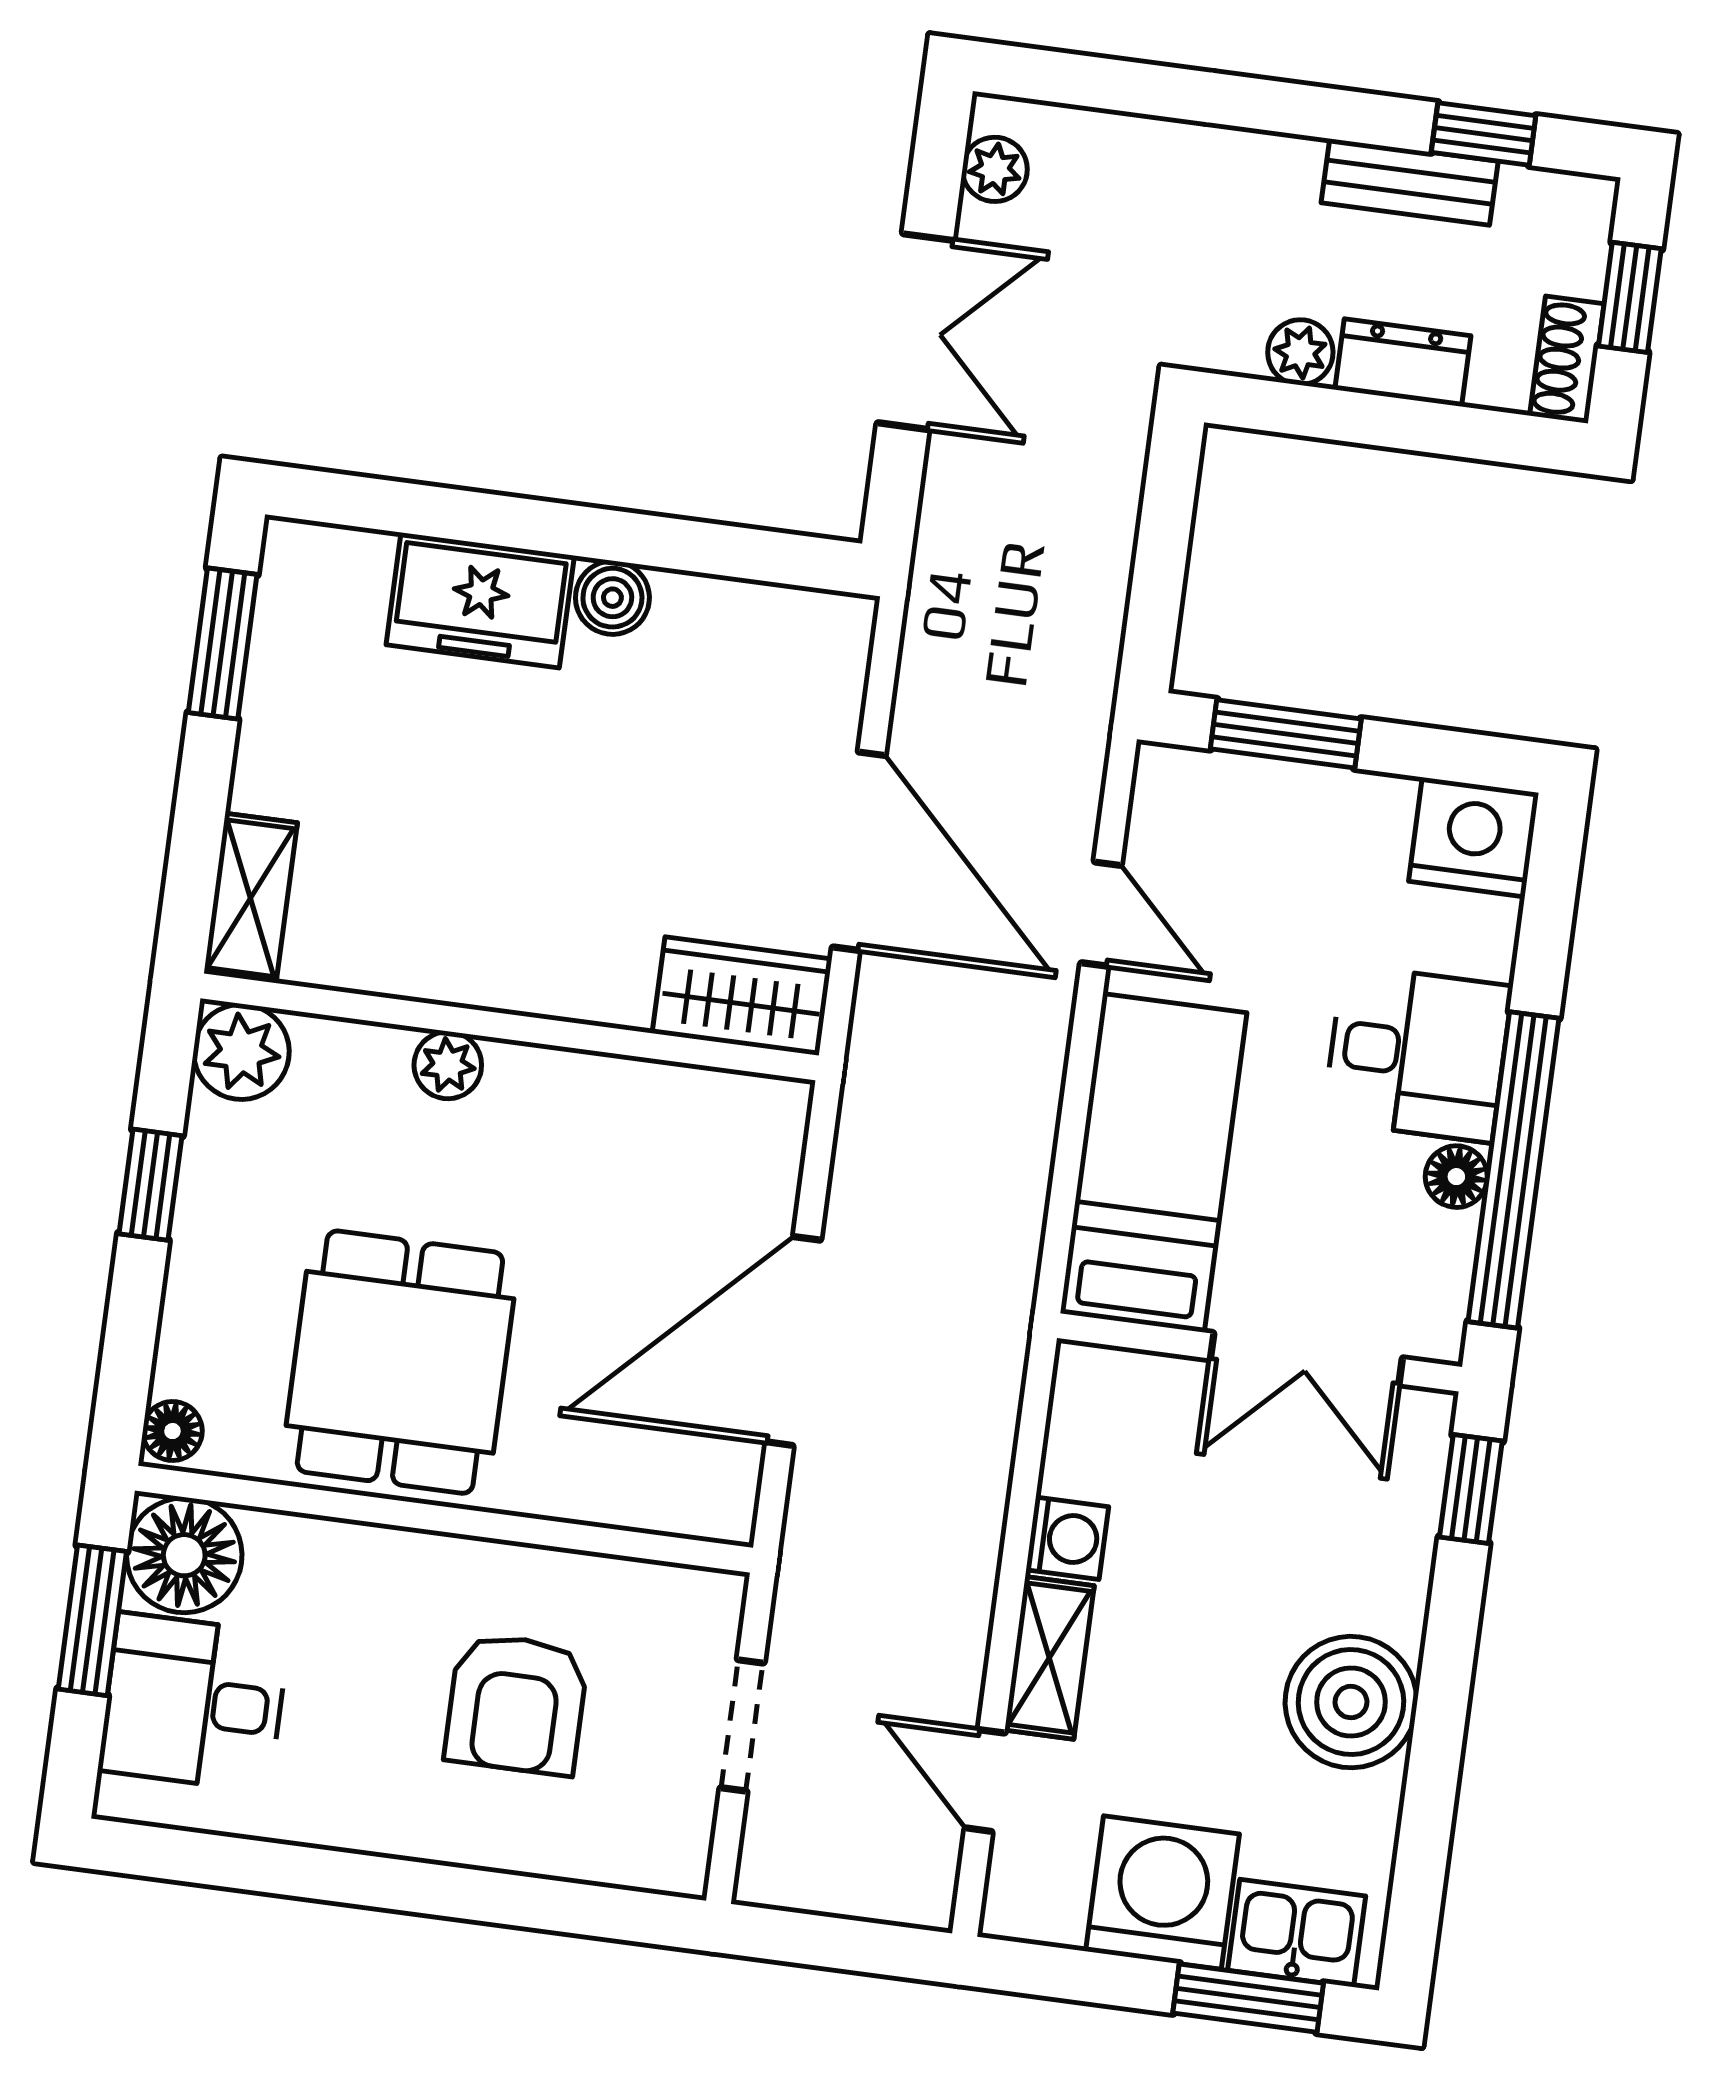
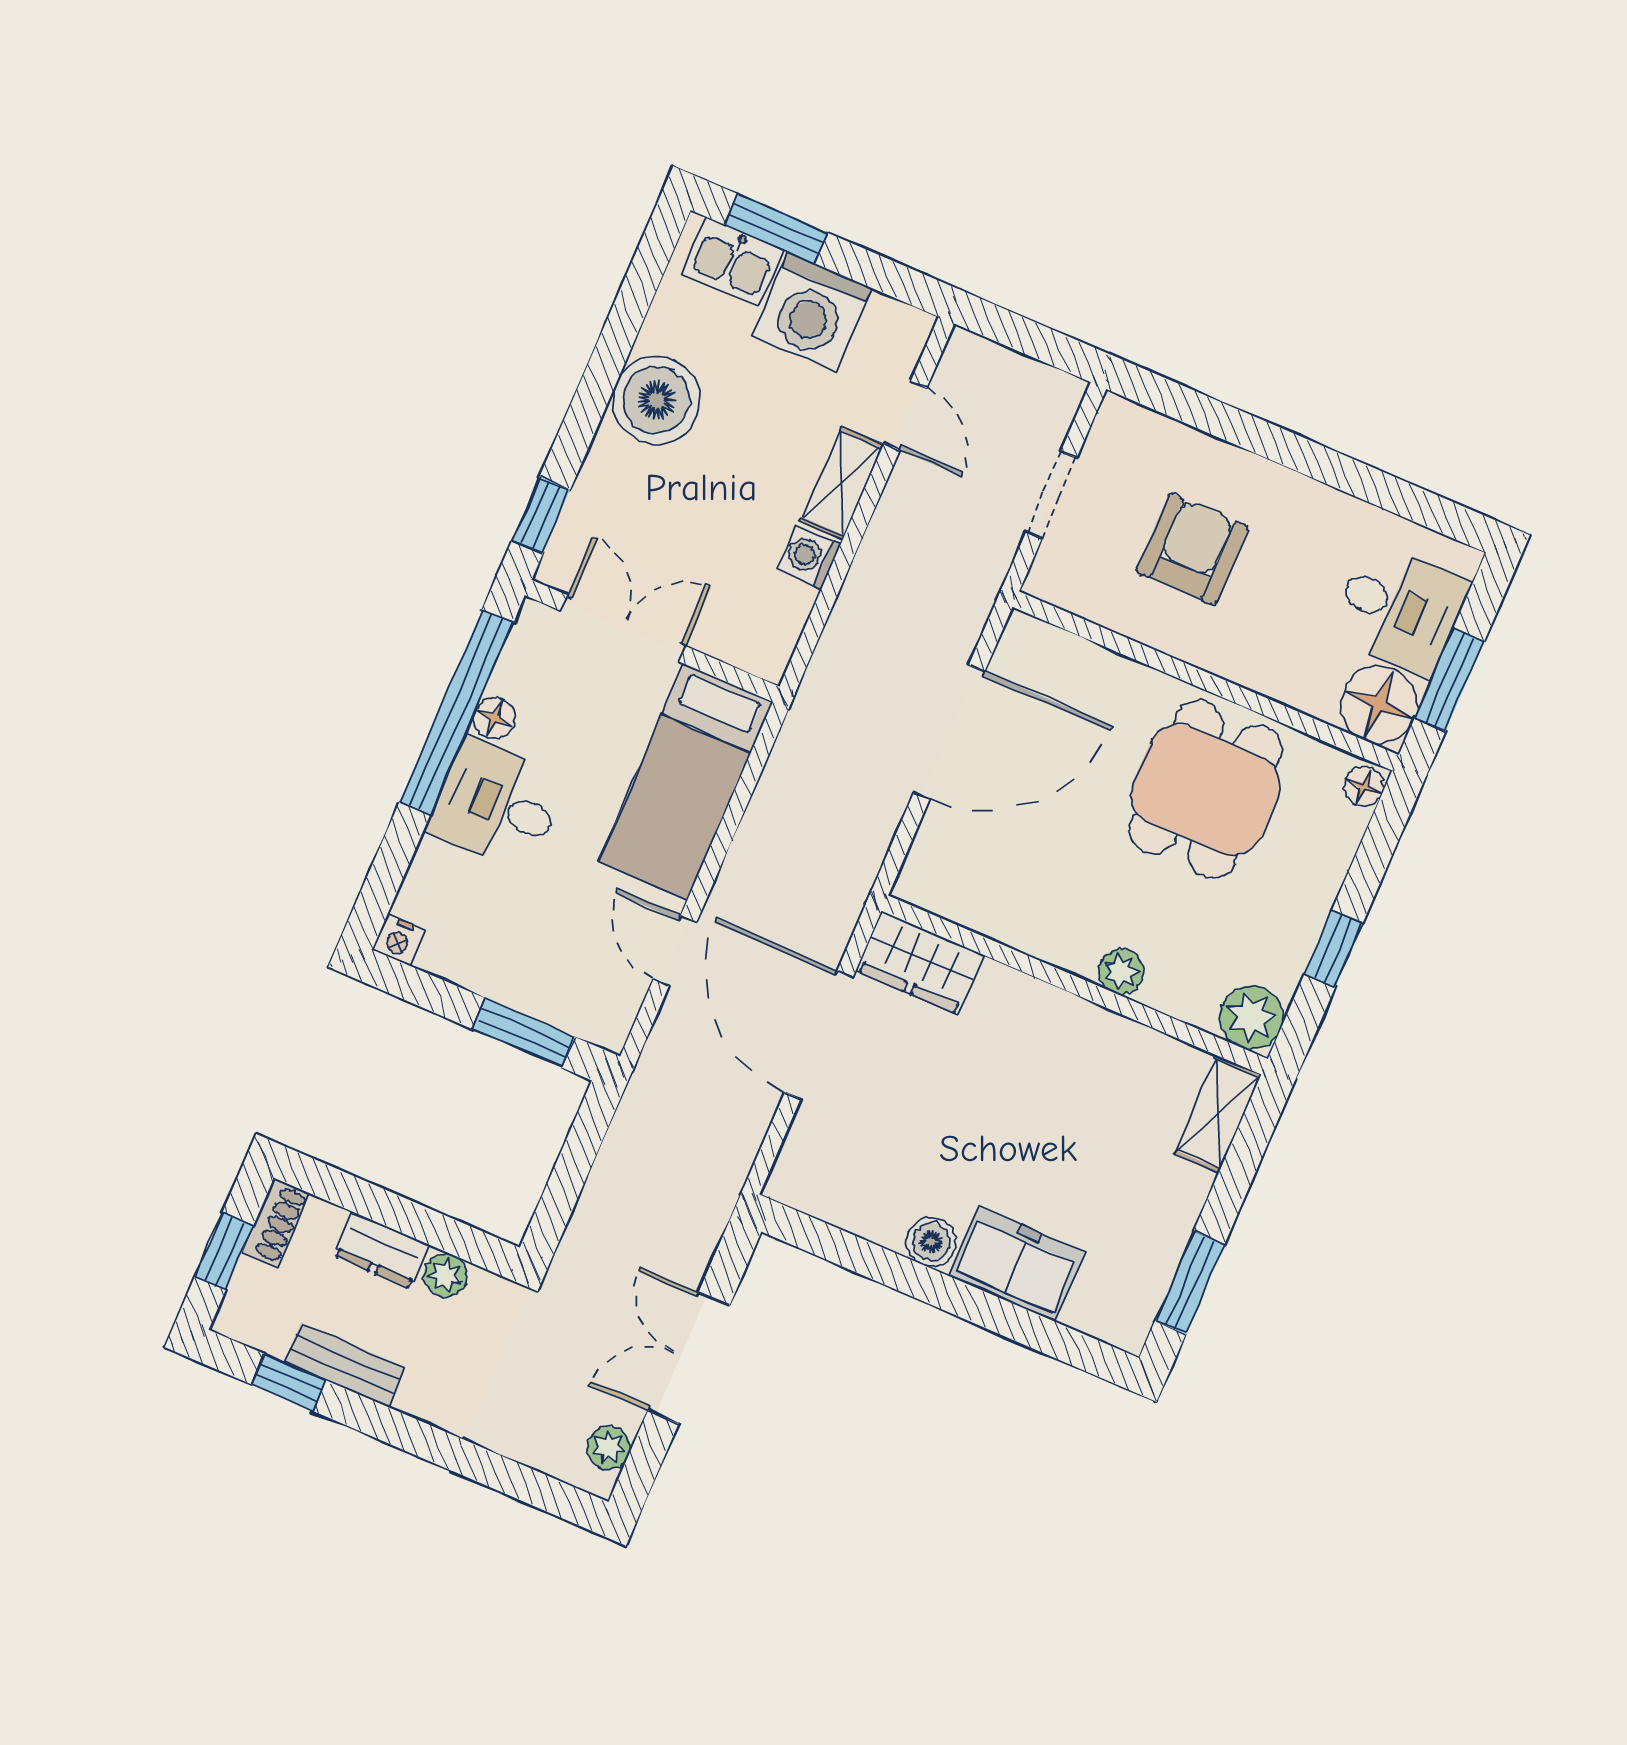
nightstand: (1474, 837) -> (399, 940), width x0.53, depth x0.56

